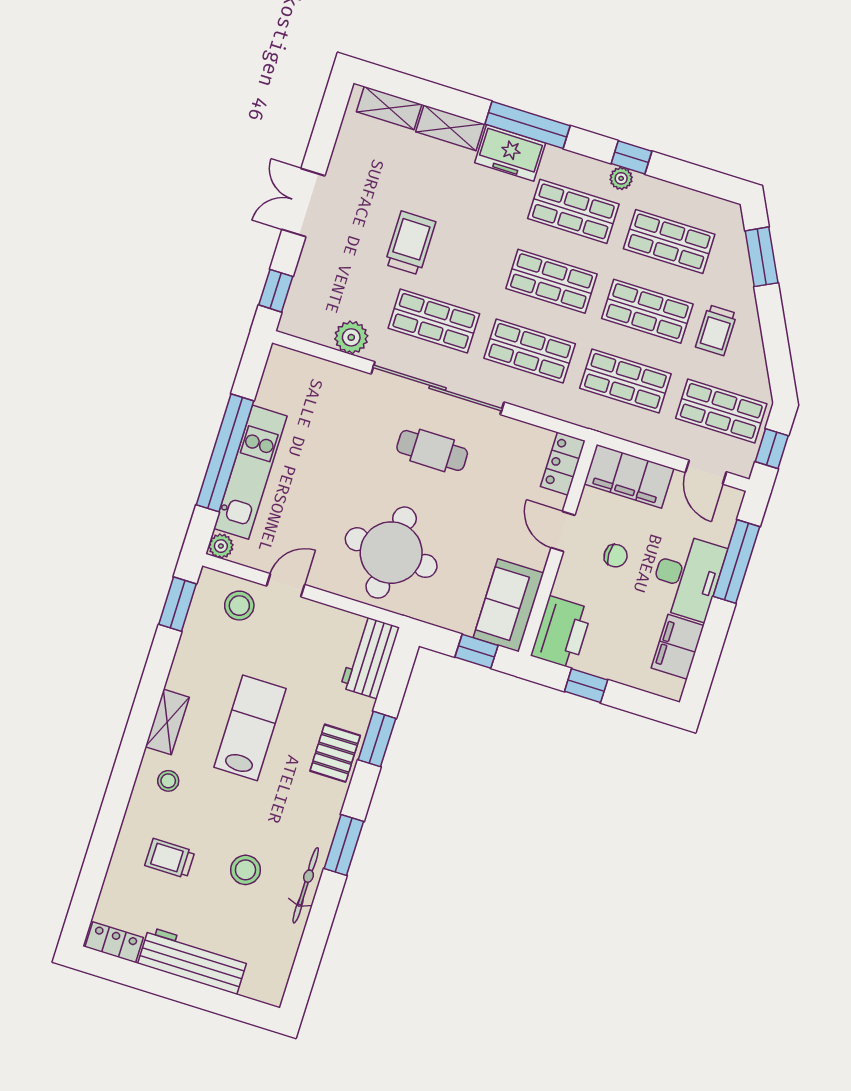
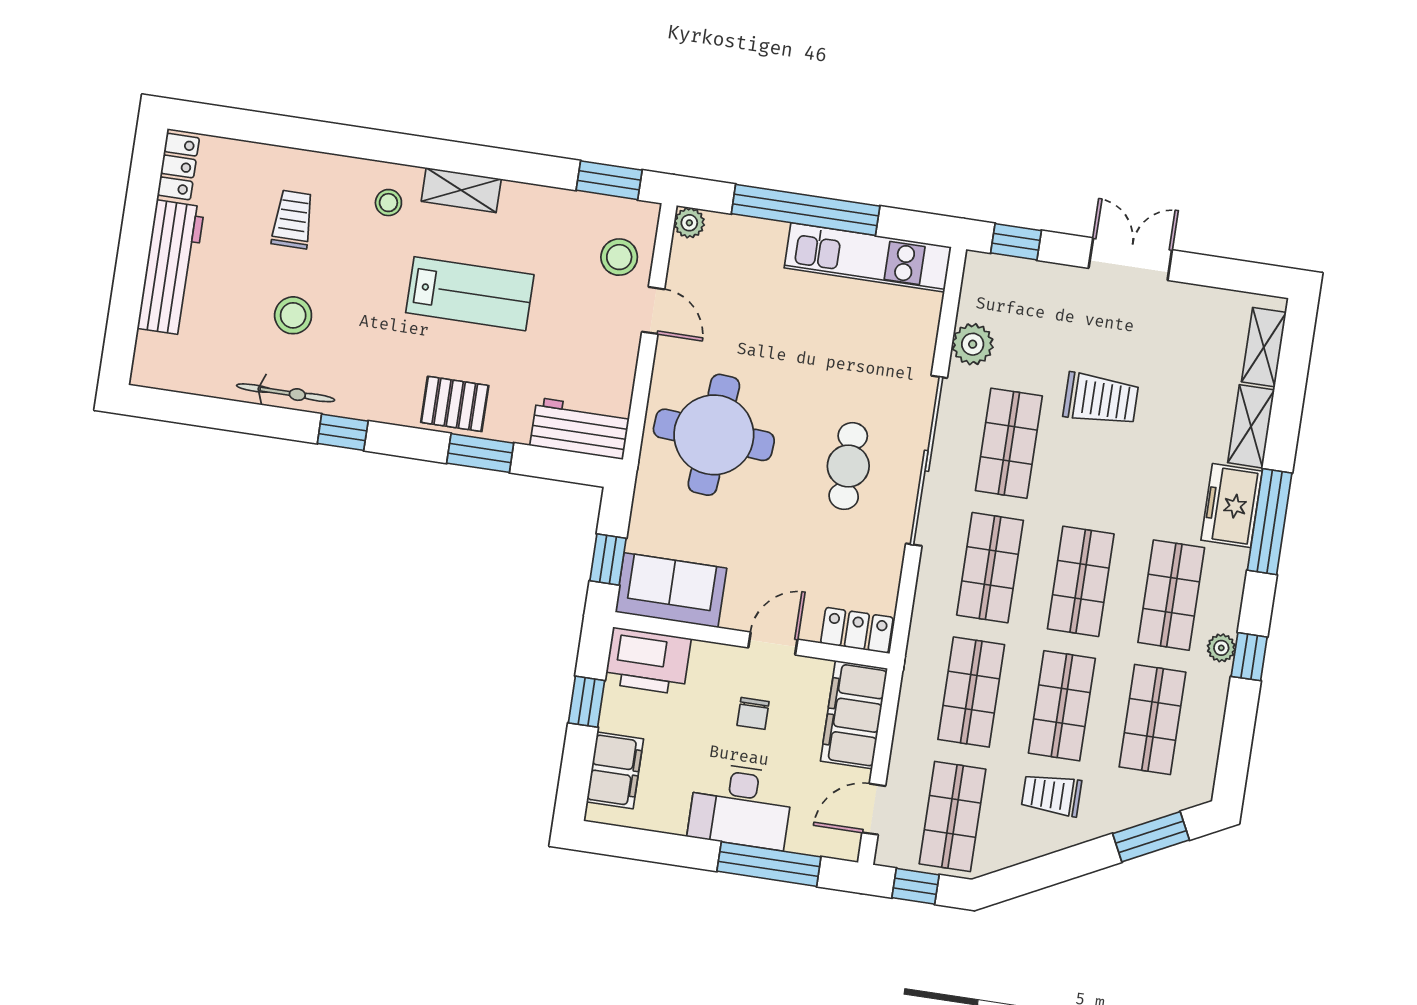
kitchen unit: (250, 472) -> (868, 257), moved
filing cabinet: (678, 647) -> (615, 770), moved, turned 90
window: (344, 845) -> (343, 432), width x0.67

